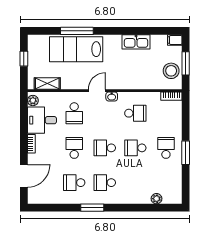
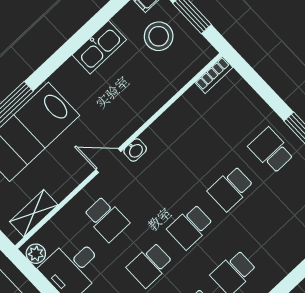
stool: (171, 71) -> (159, 36), moved
door: (97, 91) -> (108, 161), hinge flipped
school desk: (135, 113) -> (187, 143), removed
school desk: (74, 148) -> (150, 265), turned -90

